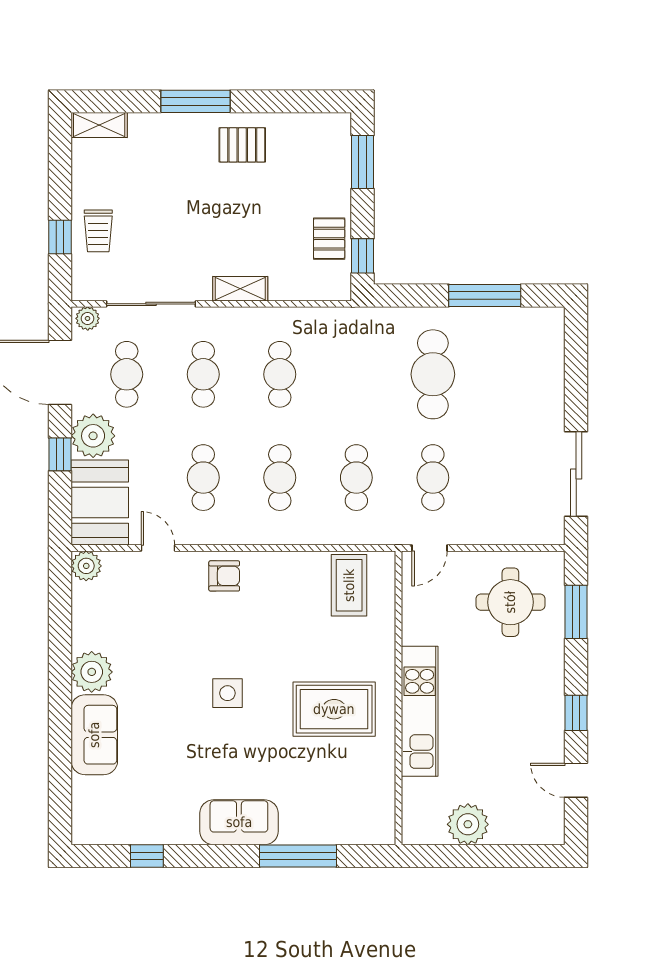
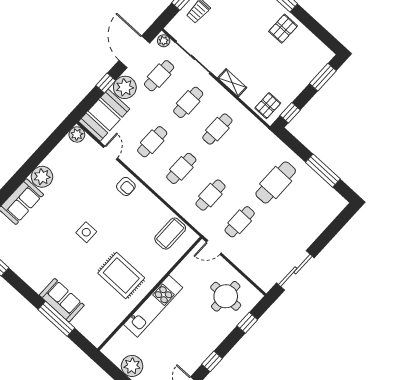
pallet: (242, 145) -> (283, 29), turned 90
pallet: (329, 239) -> (268, 106), moved
window: (576, 612) -> (247, 323), width x0.67
sofa: (239, 822) -> (62, 300), moved

